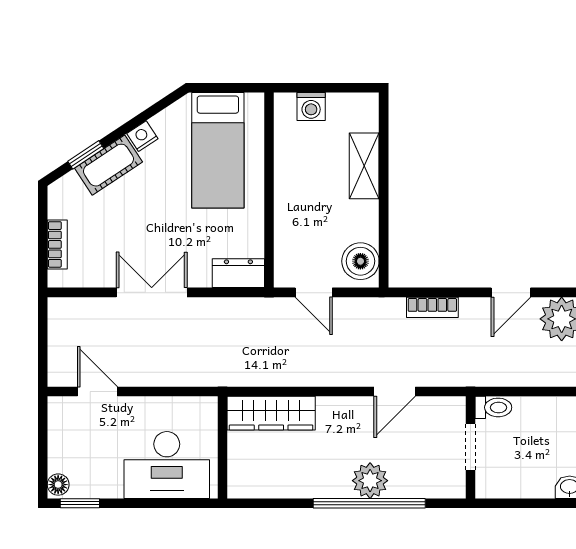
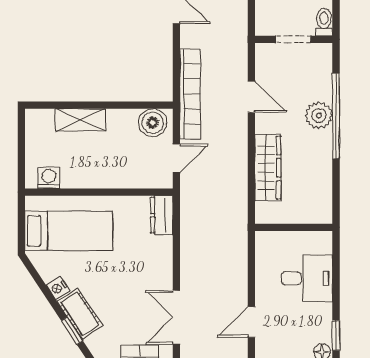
washing machine: (311, 107) -> (49, 178), moved, turned -90
double door: (152, 292) -> (176, 317), moved
bookcase: (432, 307) -> (190, 94), width x2.31, depth x1.31
toilet: (493, 407) -> (324, 22), moved
wardrobe: (271, 413) -> (268, 168), moved
desk: (167, 465) -> (307, 278), width x0.73

